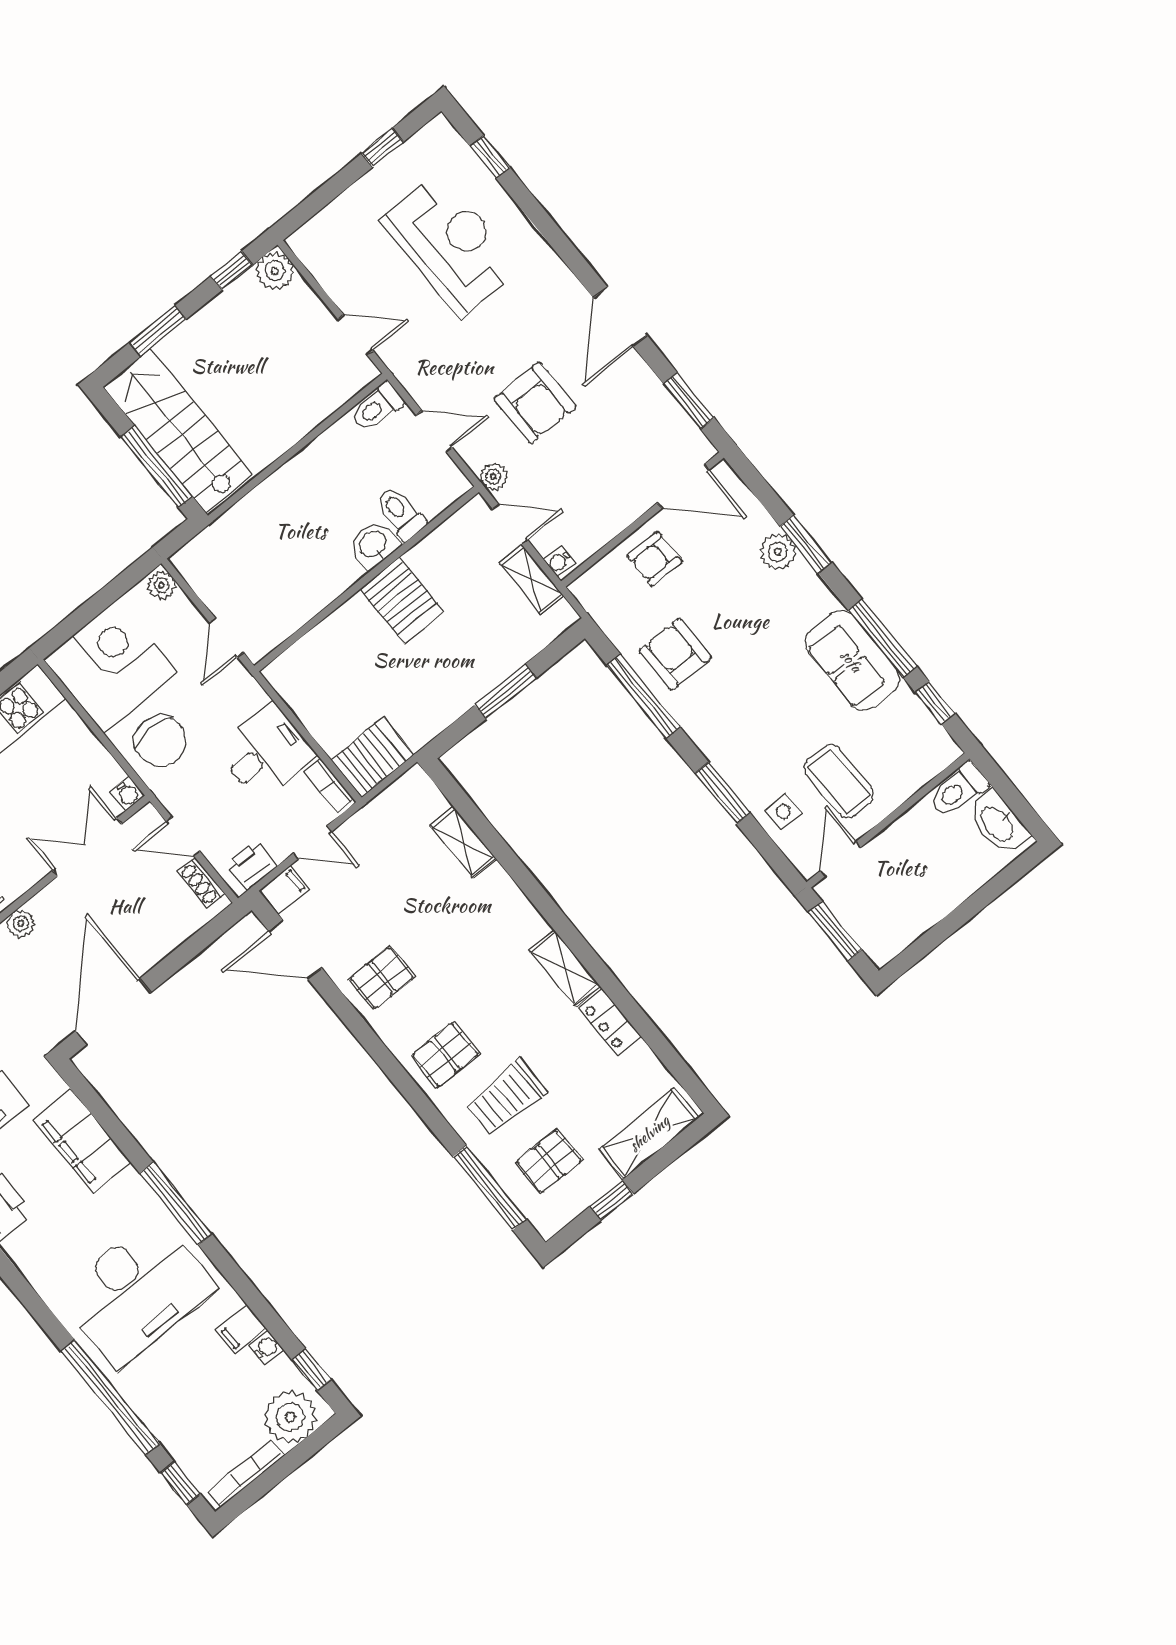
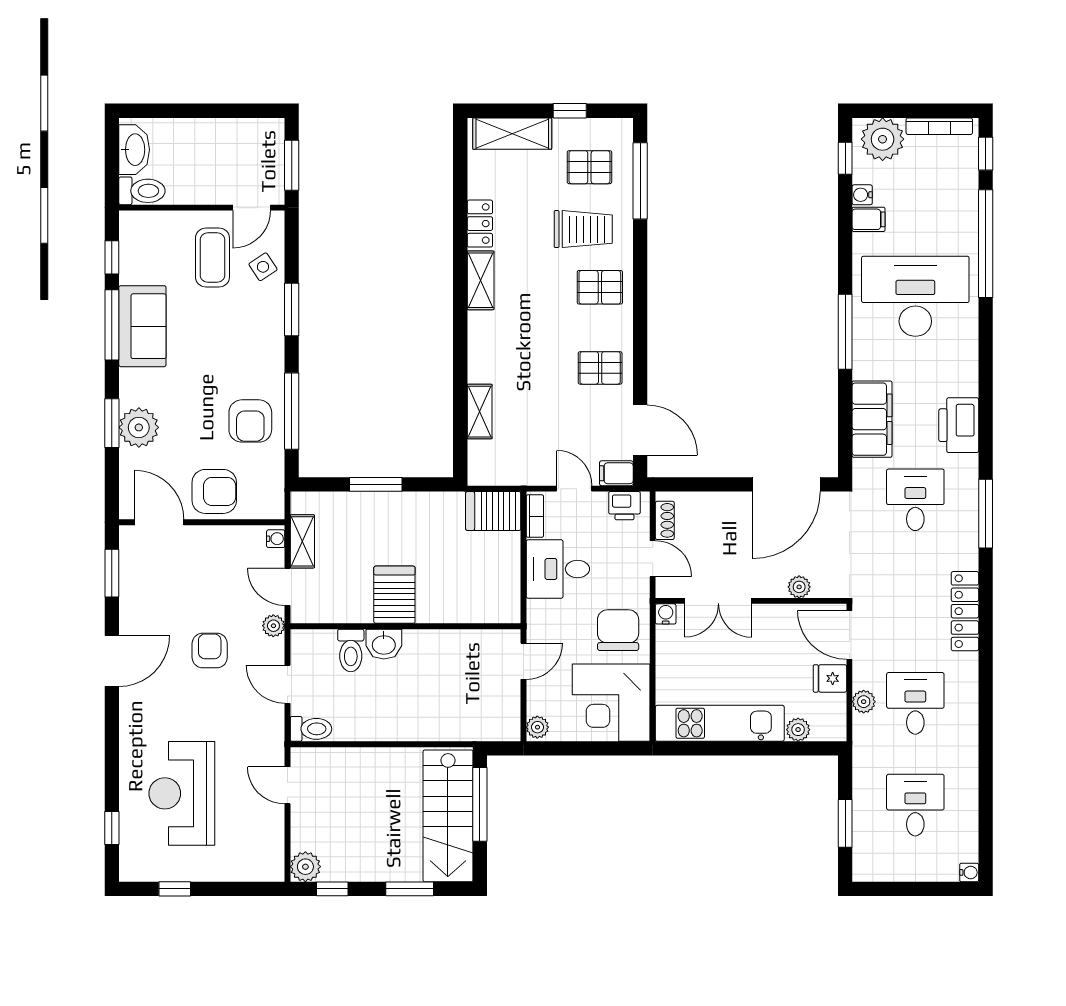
armchair: (535, 403) -> (210, 651), width x0.72, depth x0.72
plant: (778, 552) -> (139, 427), width x1.36, depth x1.36
armchair: (655, 559) -> (214, 491), width x1.38, depth x1.38
side table: (783, 812) -> (263, 267), turned -33

